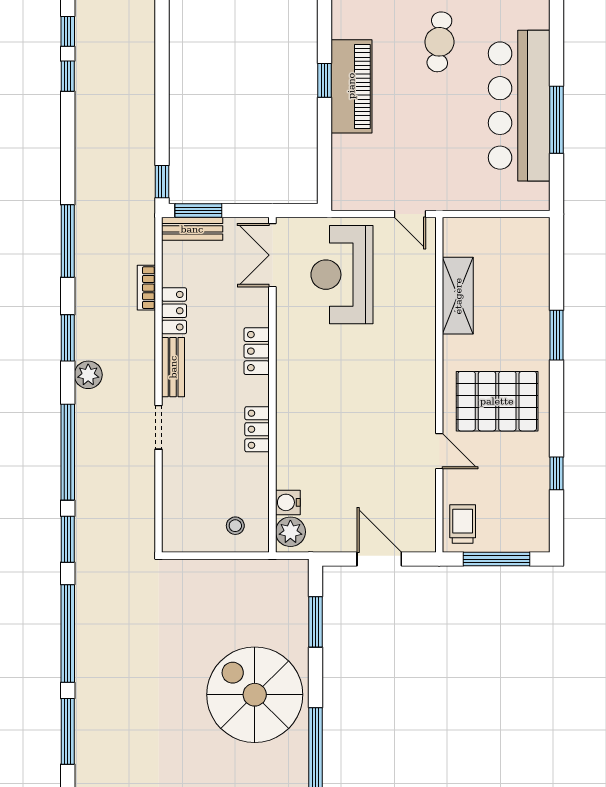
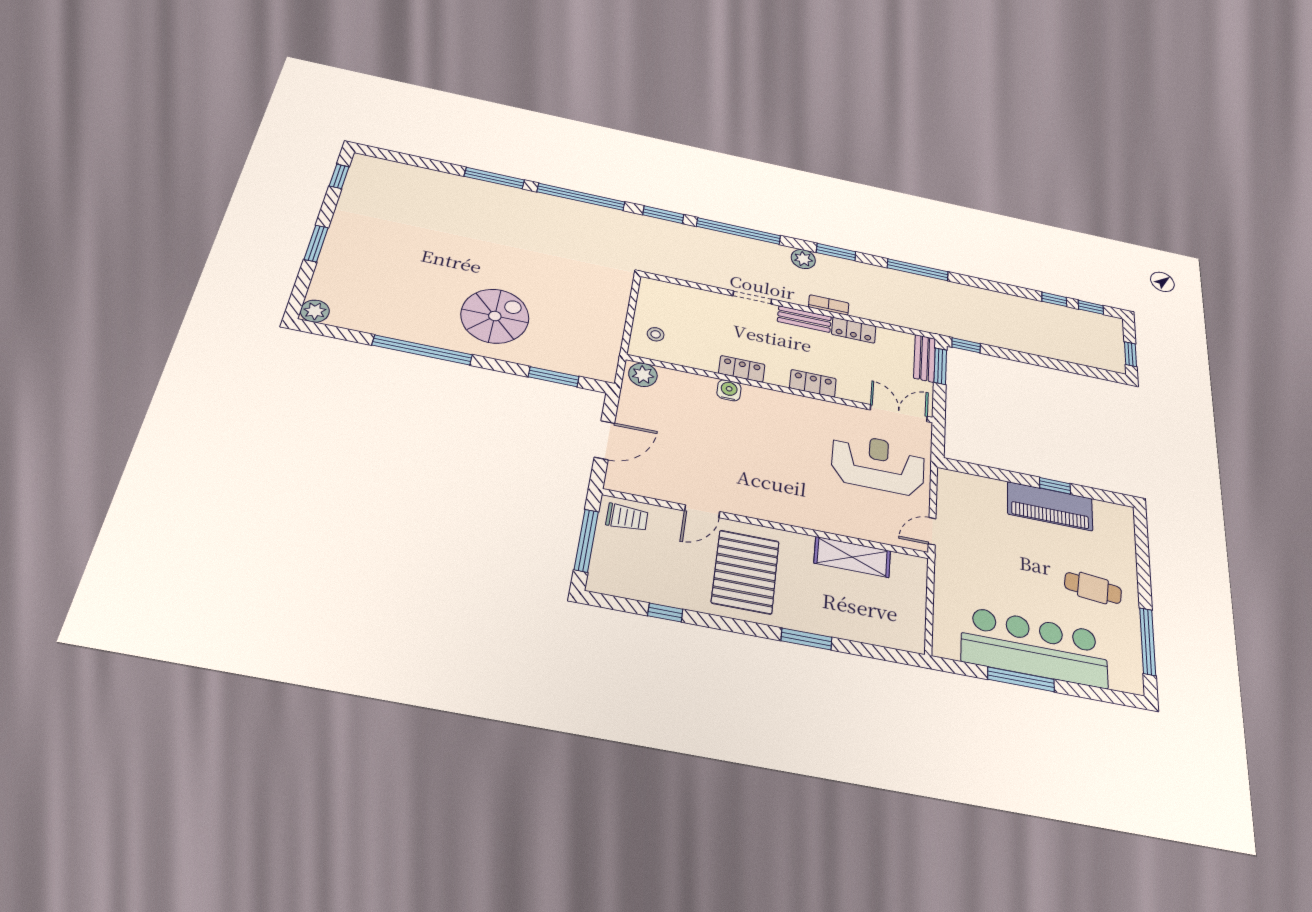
bookcase: (146, 288) -> (829, 305), moved
water cooler: (288, 502) -> (729, 390), moved
spiral stairs: (255, 695) -> (495, 316), width x0.73, depth x0.73

